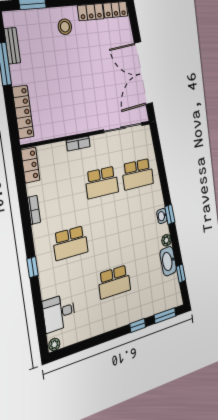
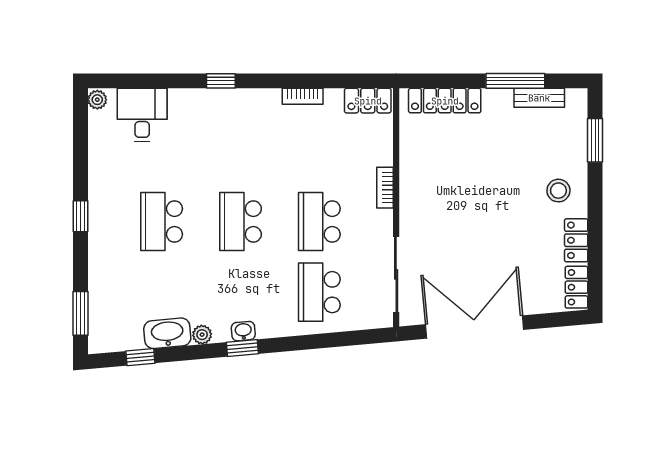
school desk: (70, 243) -> (241, 221), moved
window: (138, 325) -> (81, 216), moved

